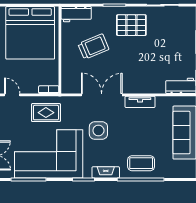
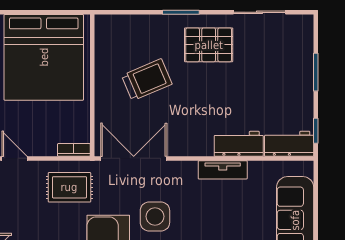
workbench: (76, 14) -> (239, 144), moved, turned 180
double door: (102, 95) -> (134, 158), moved

